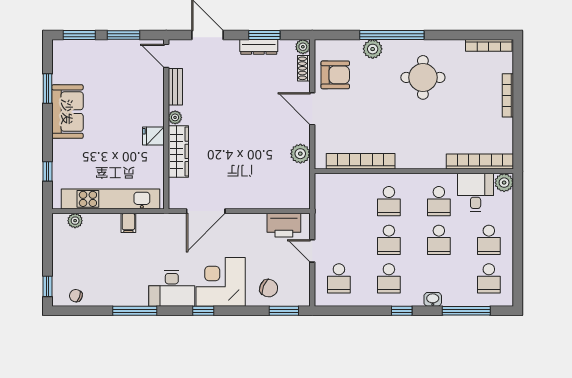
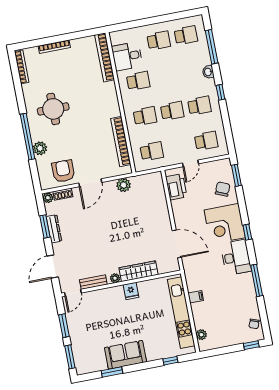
plant: (504, 183) -> (116, 38), removed
school desk: (439, 240) -> (152, 151), moved

